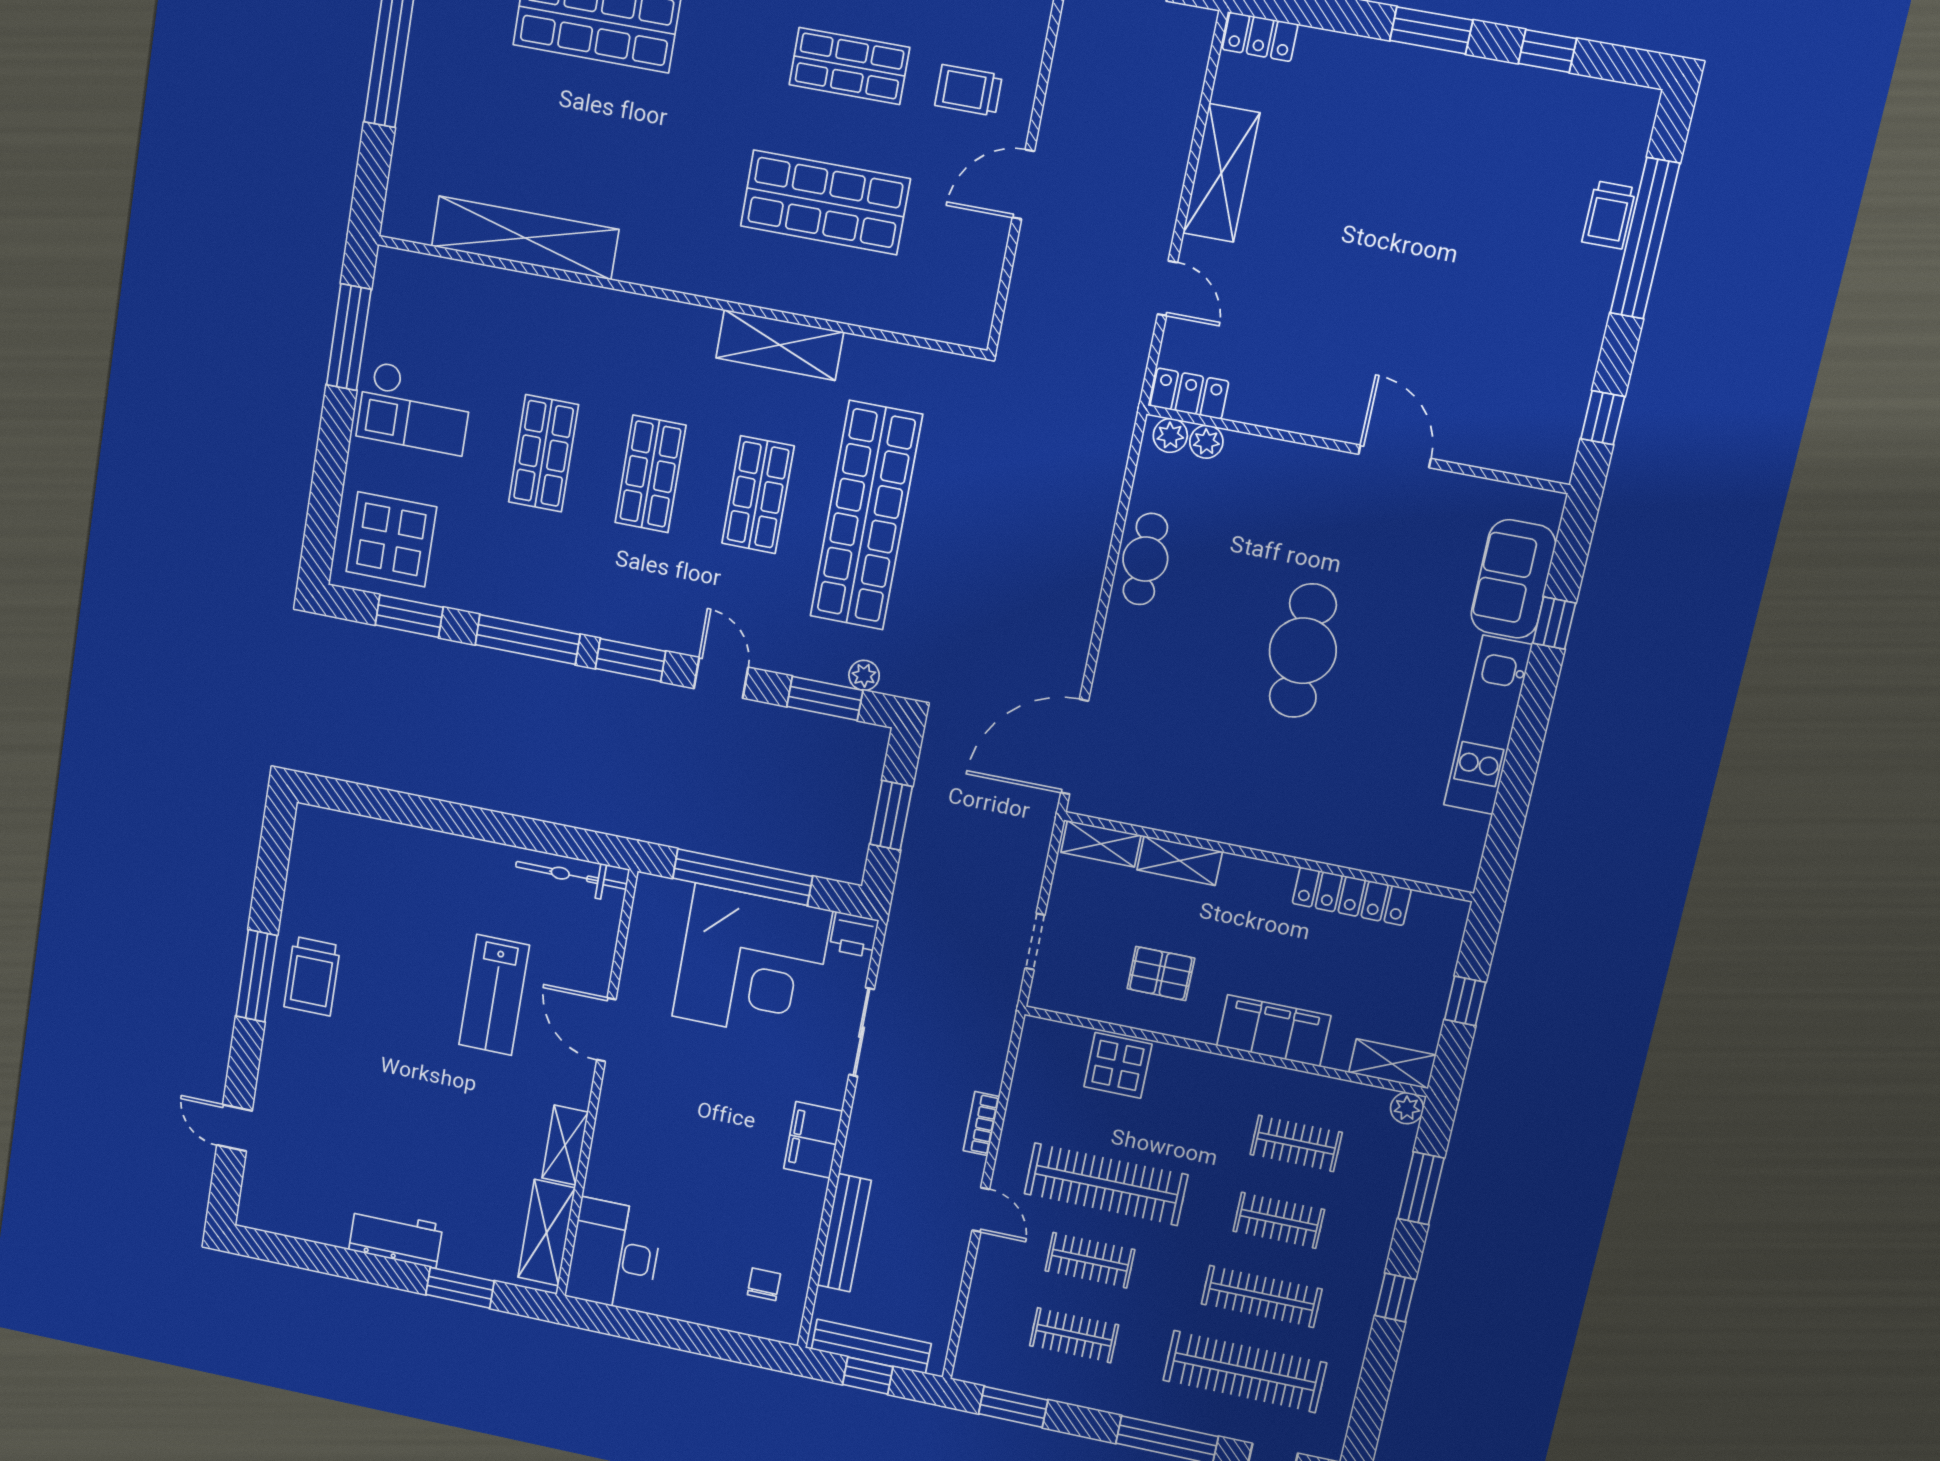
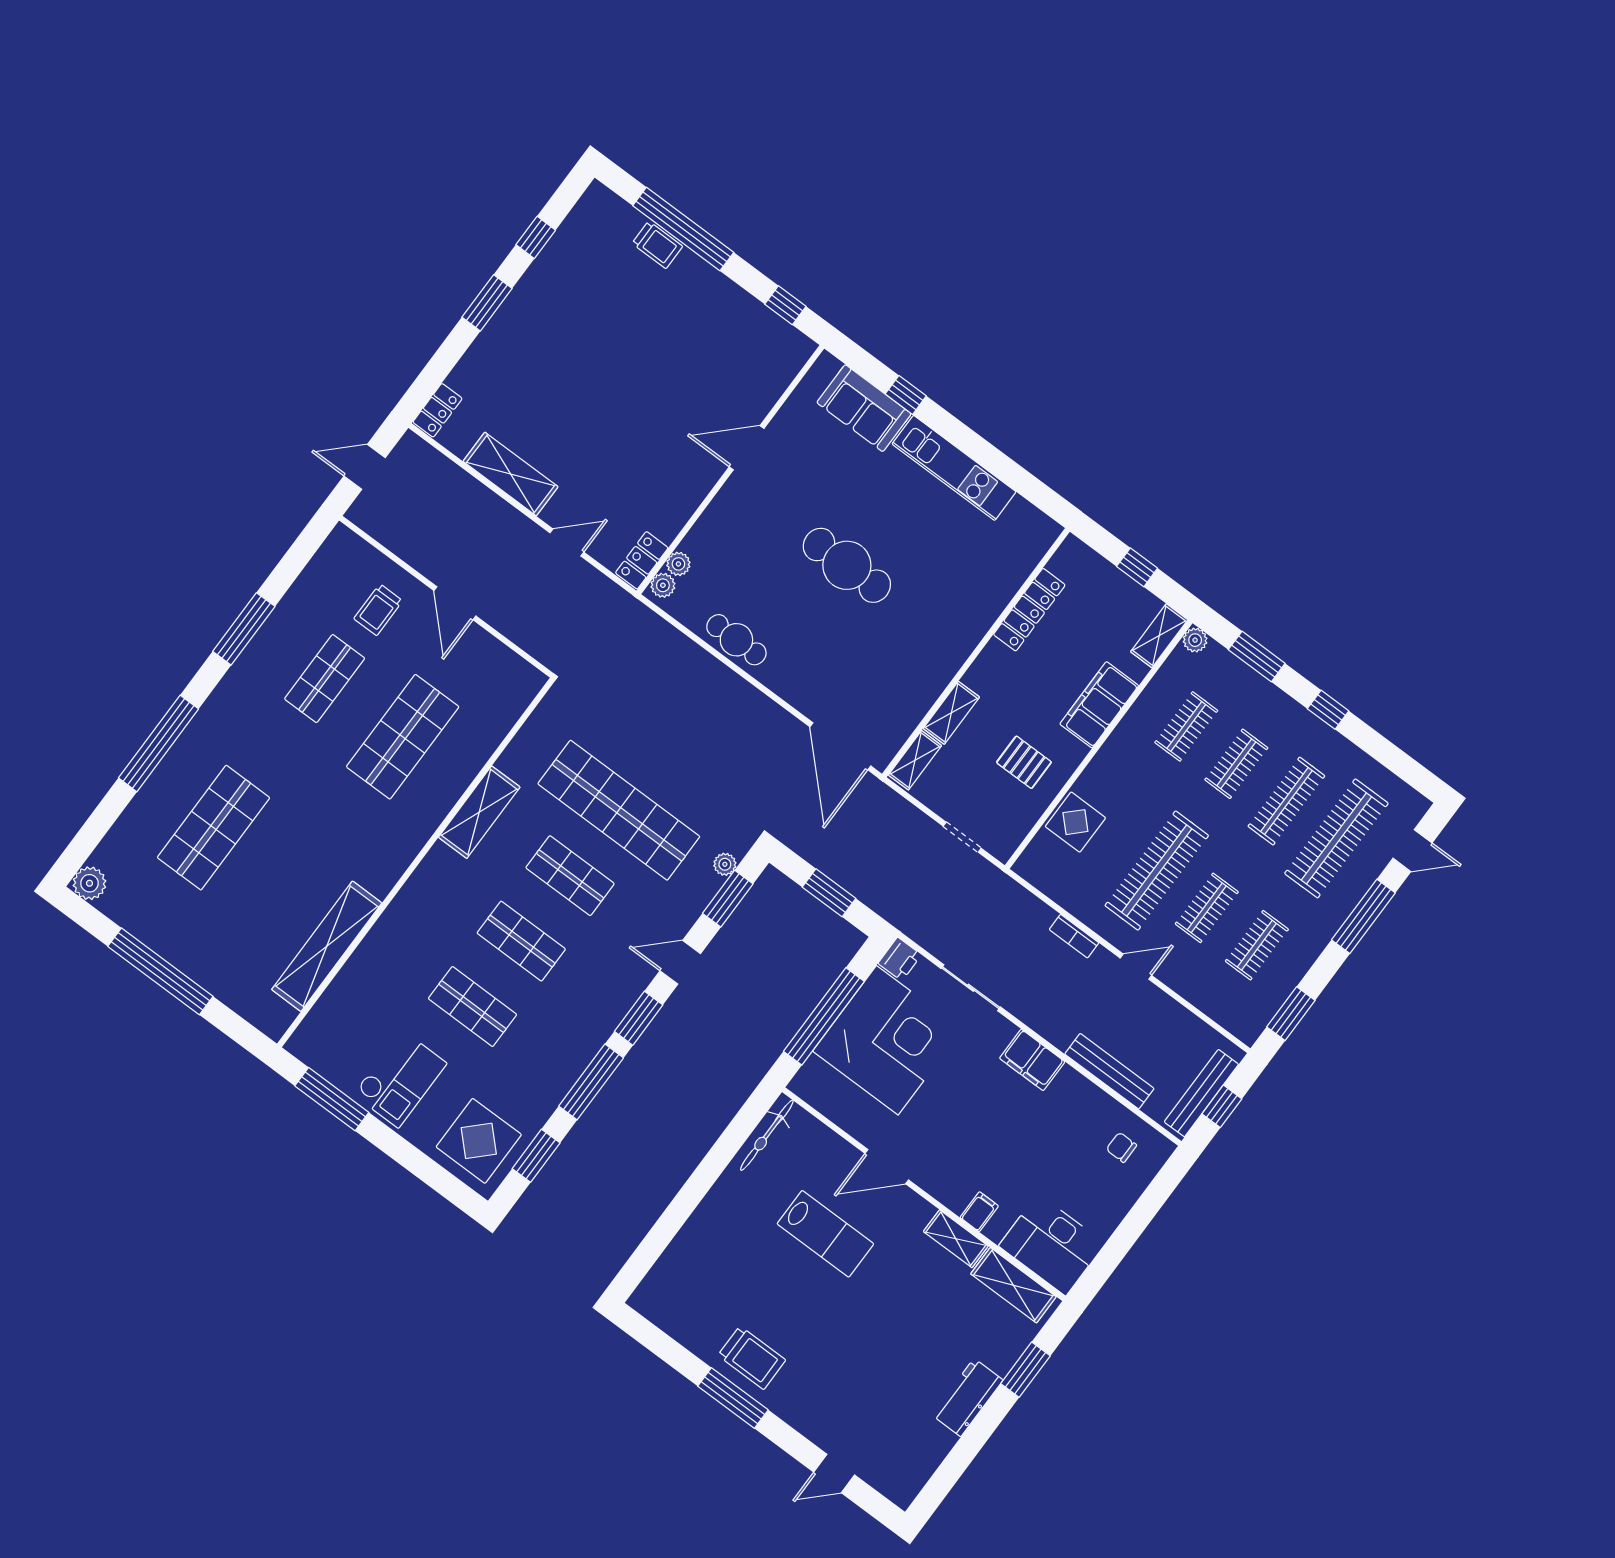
pallet: (1161, 973) -> (1024, 762), turned 90
filing cabinet: (609, 1158) -> (979, 1212), added

